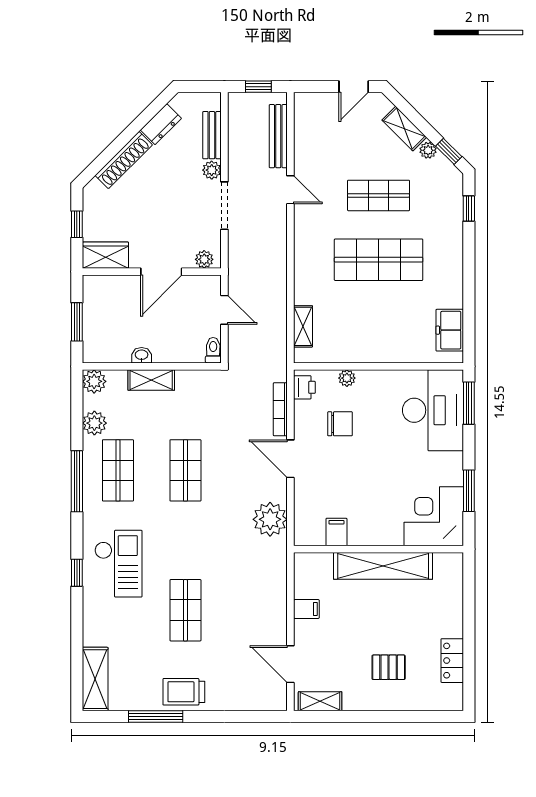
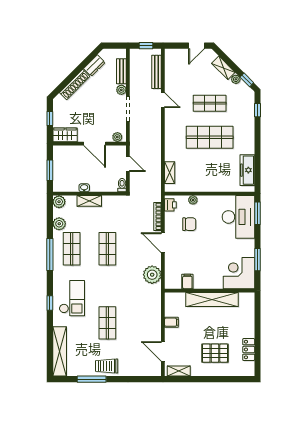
door: (161, 272) -> (95, 144), hinge flipped
freezer: (450, 330) -> (247, 170), width x1.40
pallet: (389, 667) -> (215, 353), width x1.50, depth x1.42
shelving: (95, 679) -> (60, 351), width x1.47

